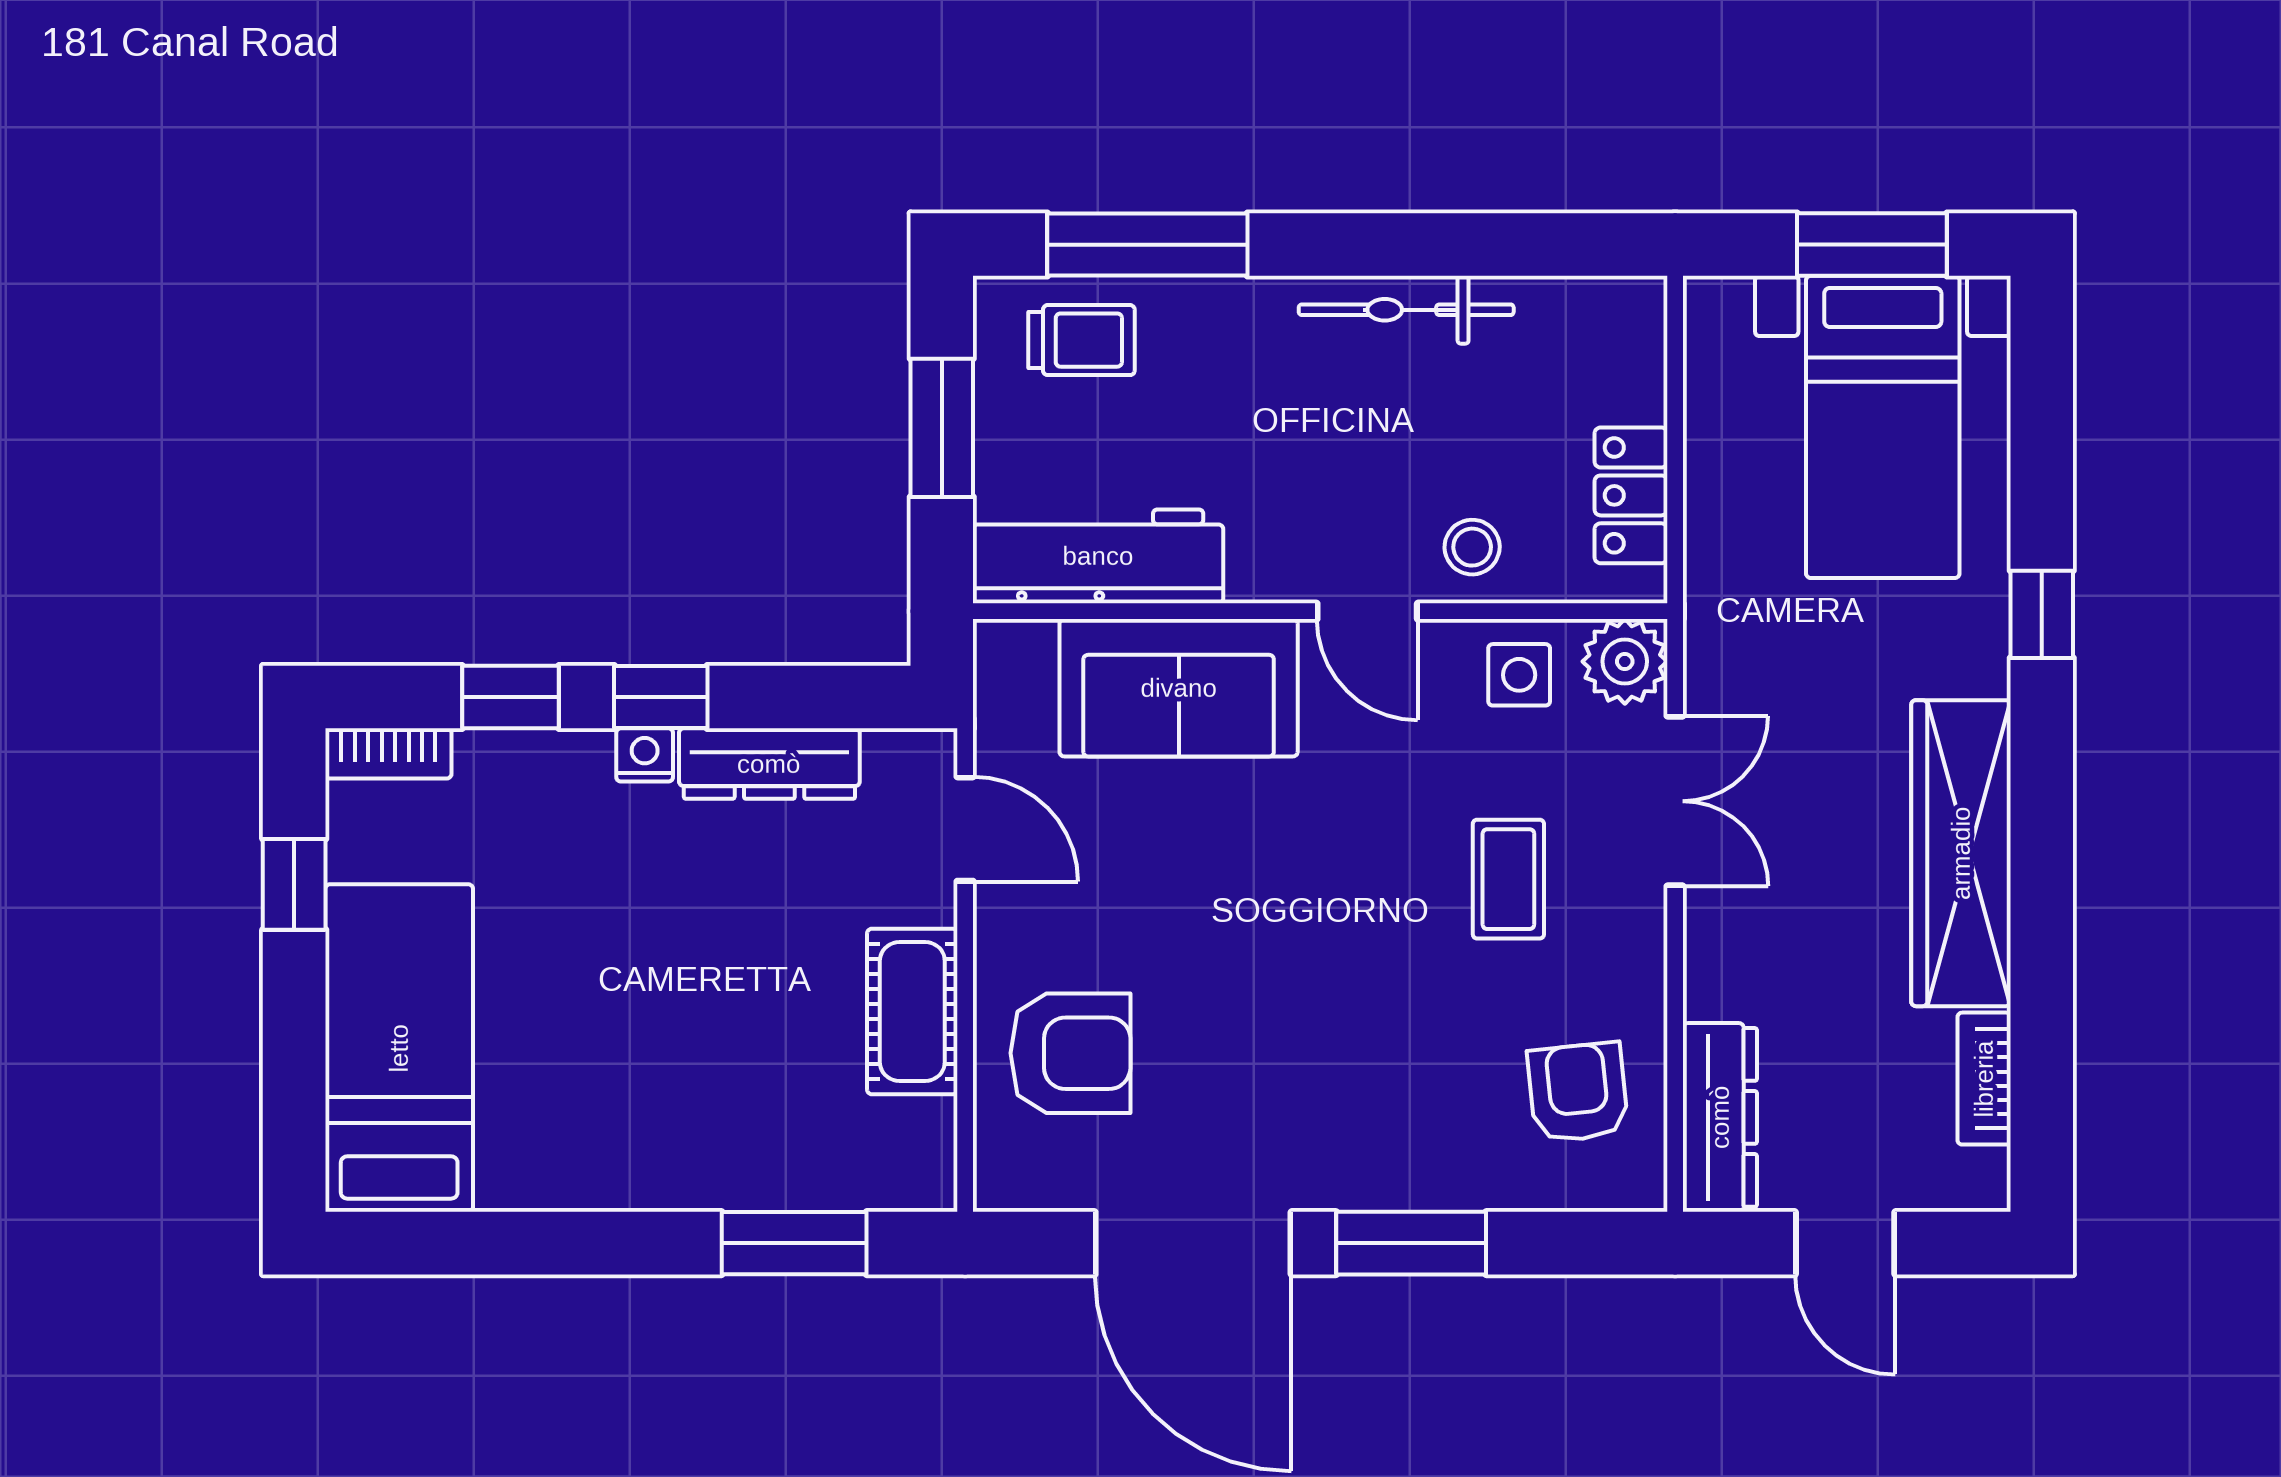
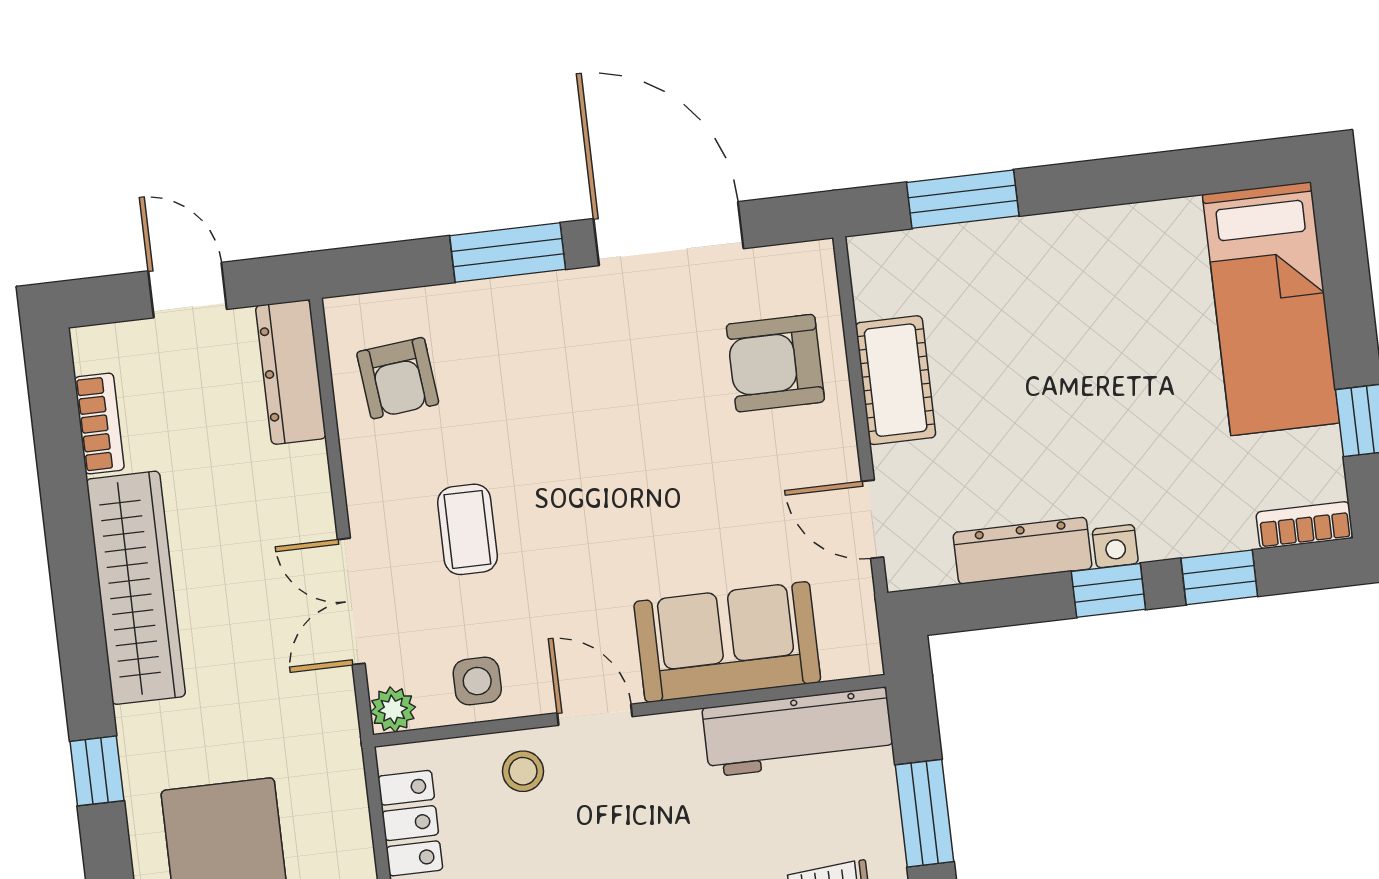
plant: (1625, 661) -> (393, 710), width x0.73, depth x0.73

